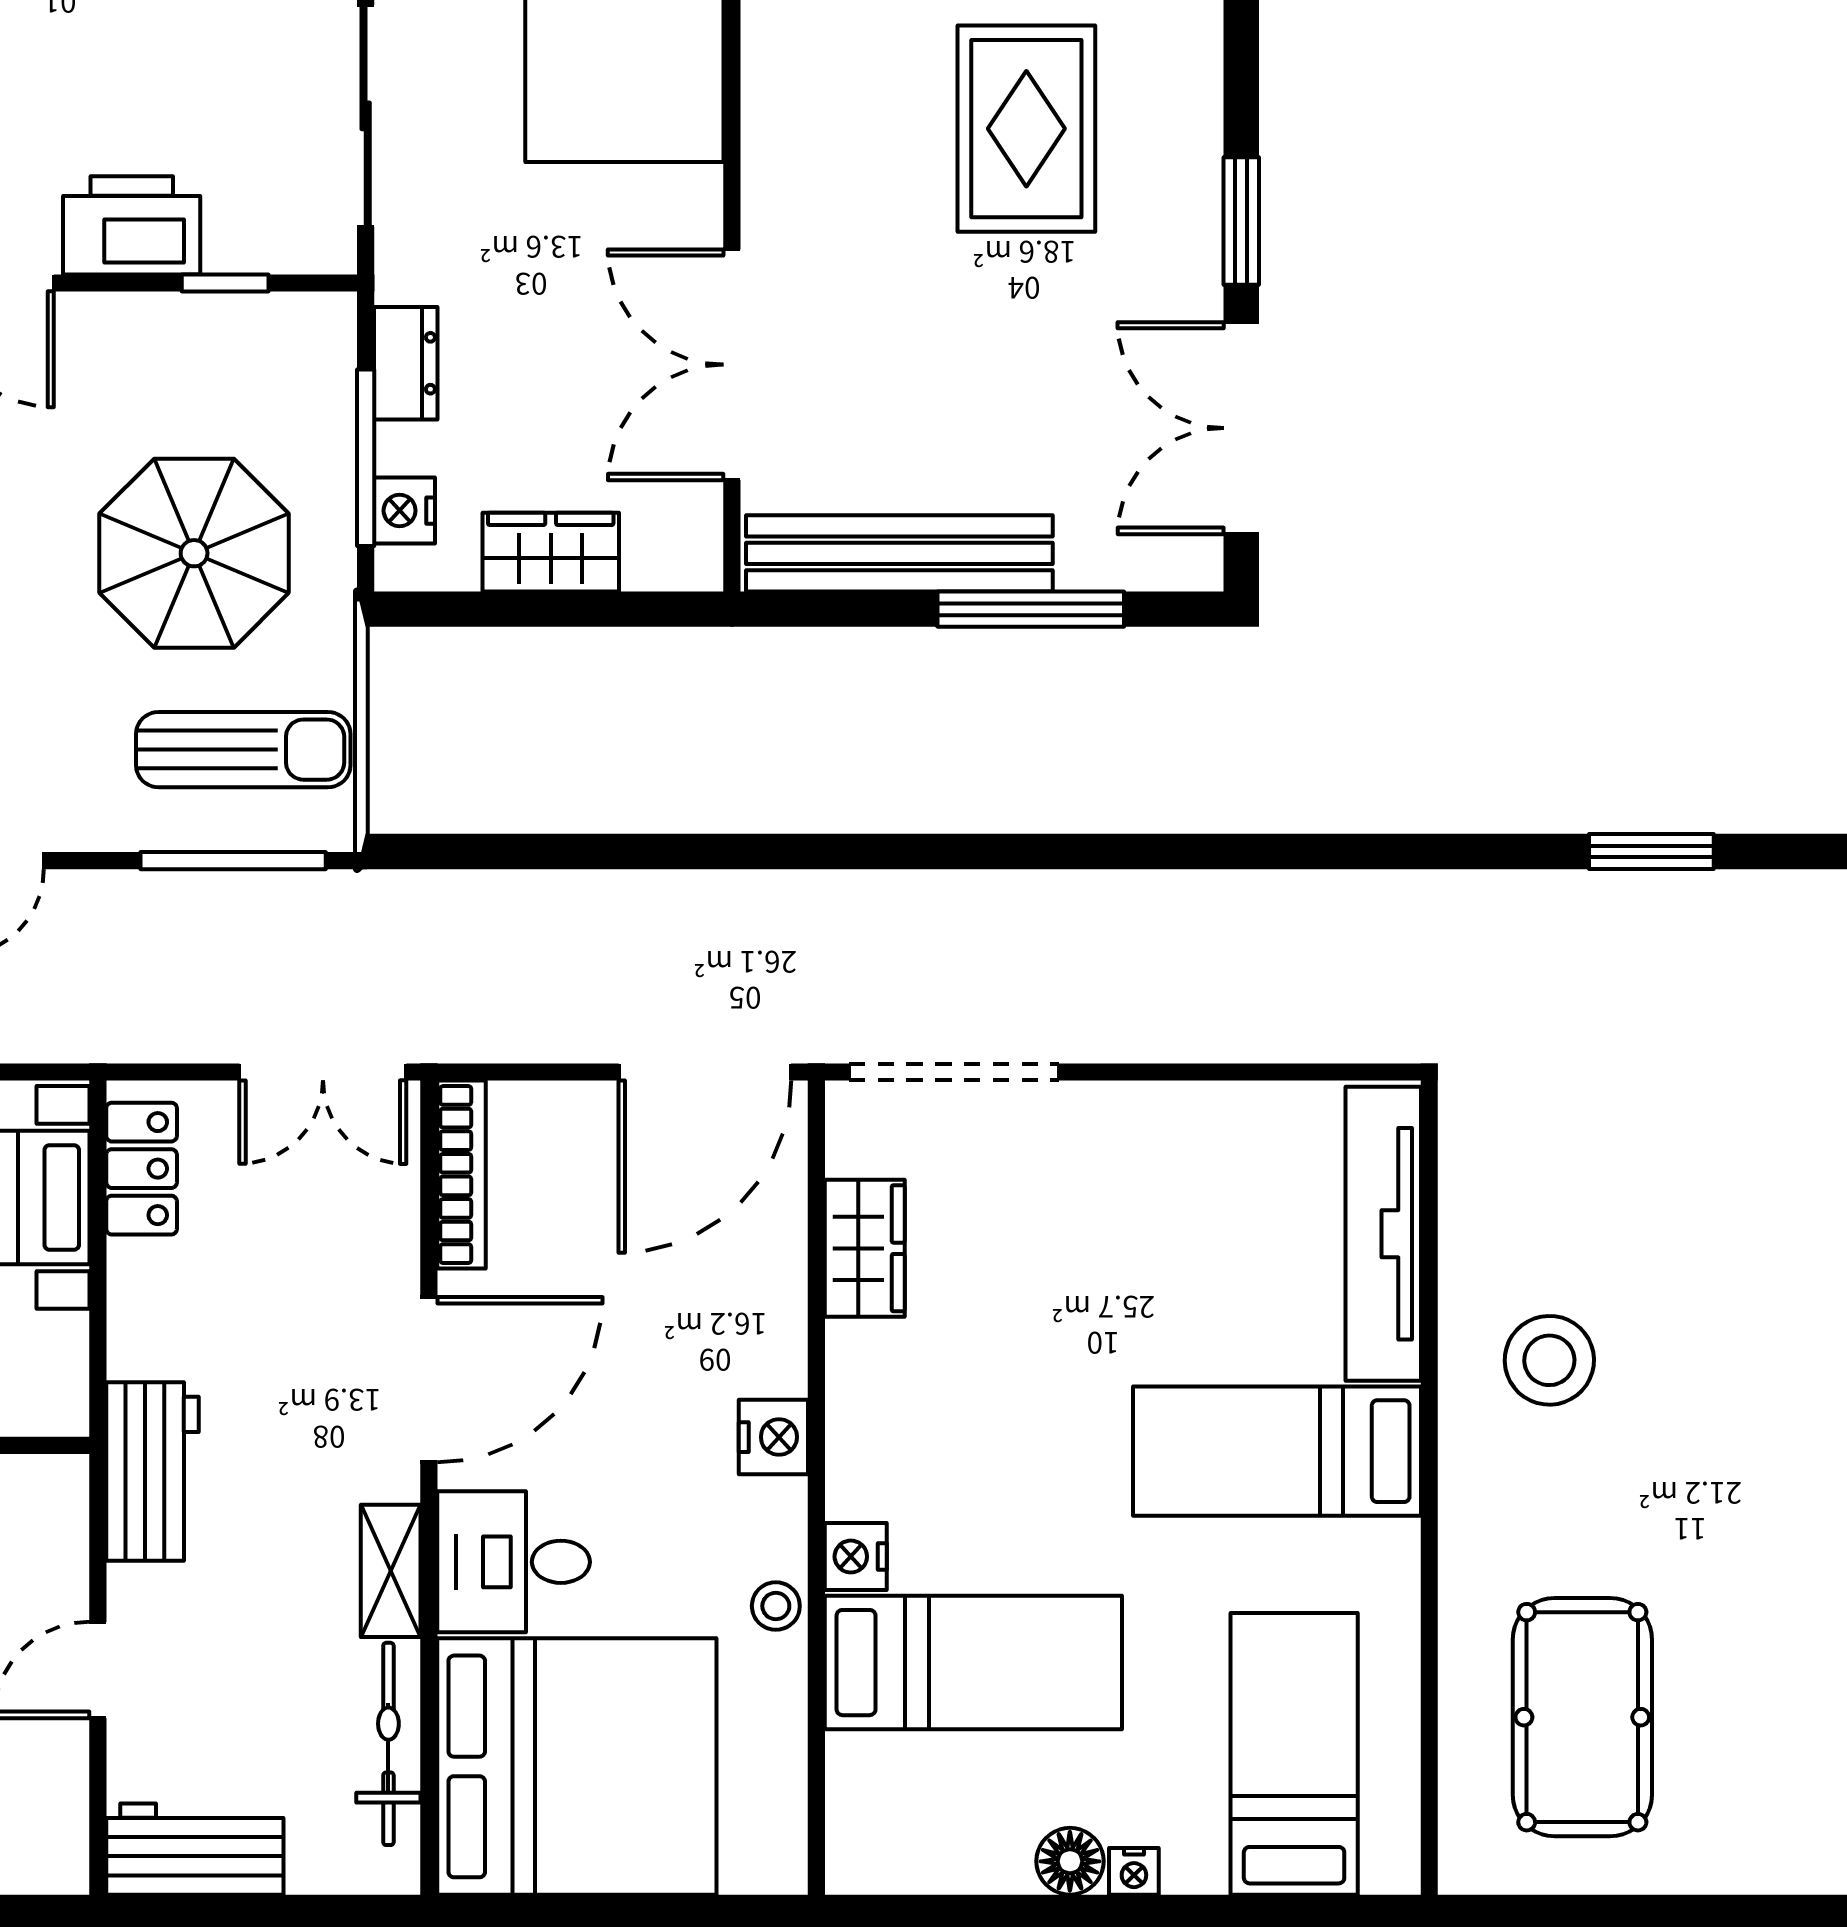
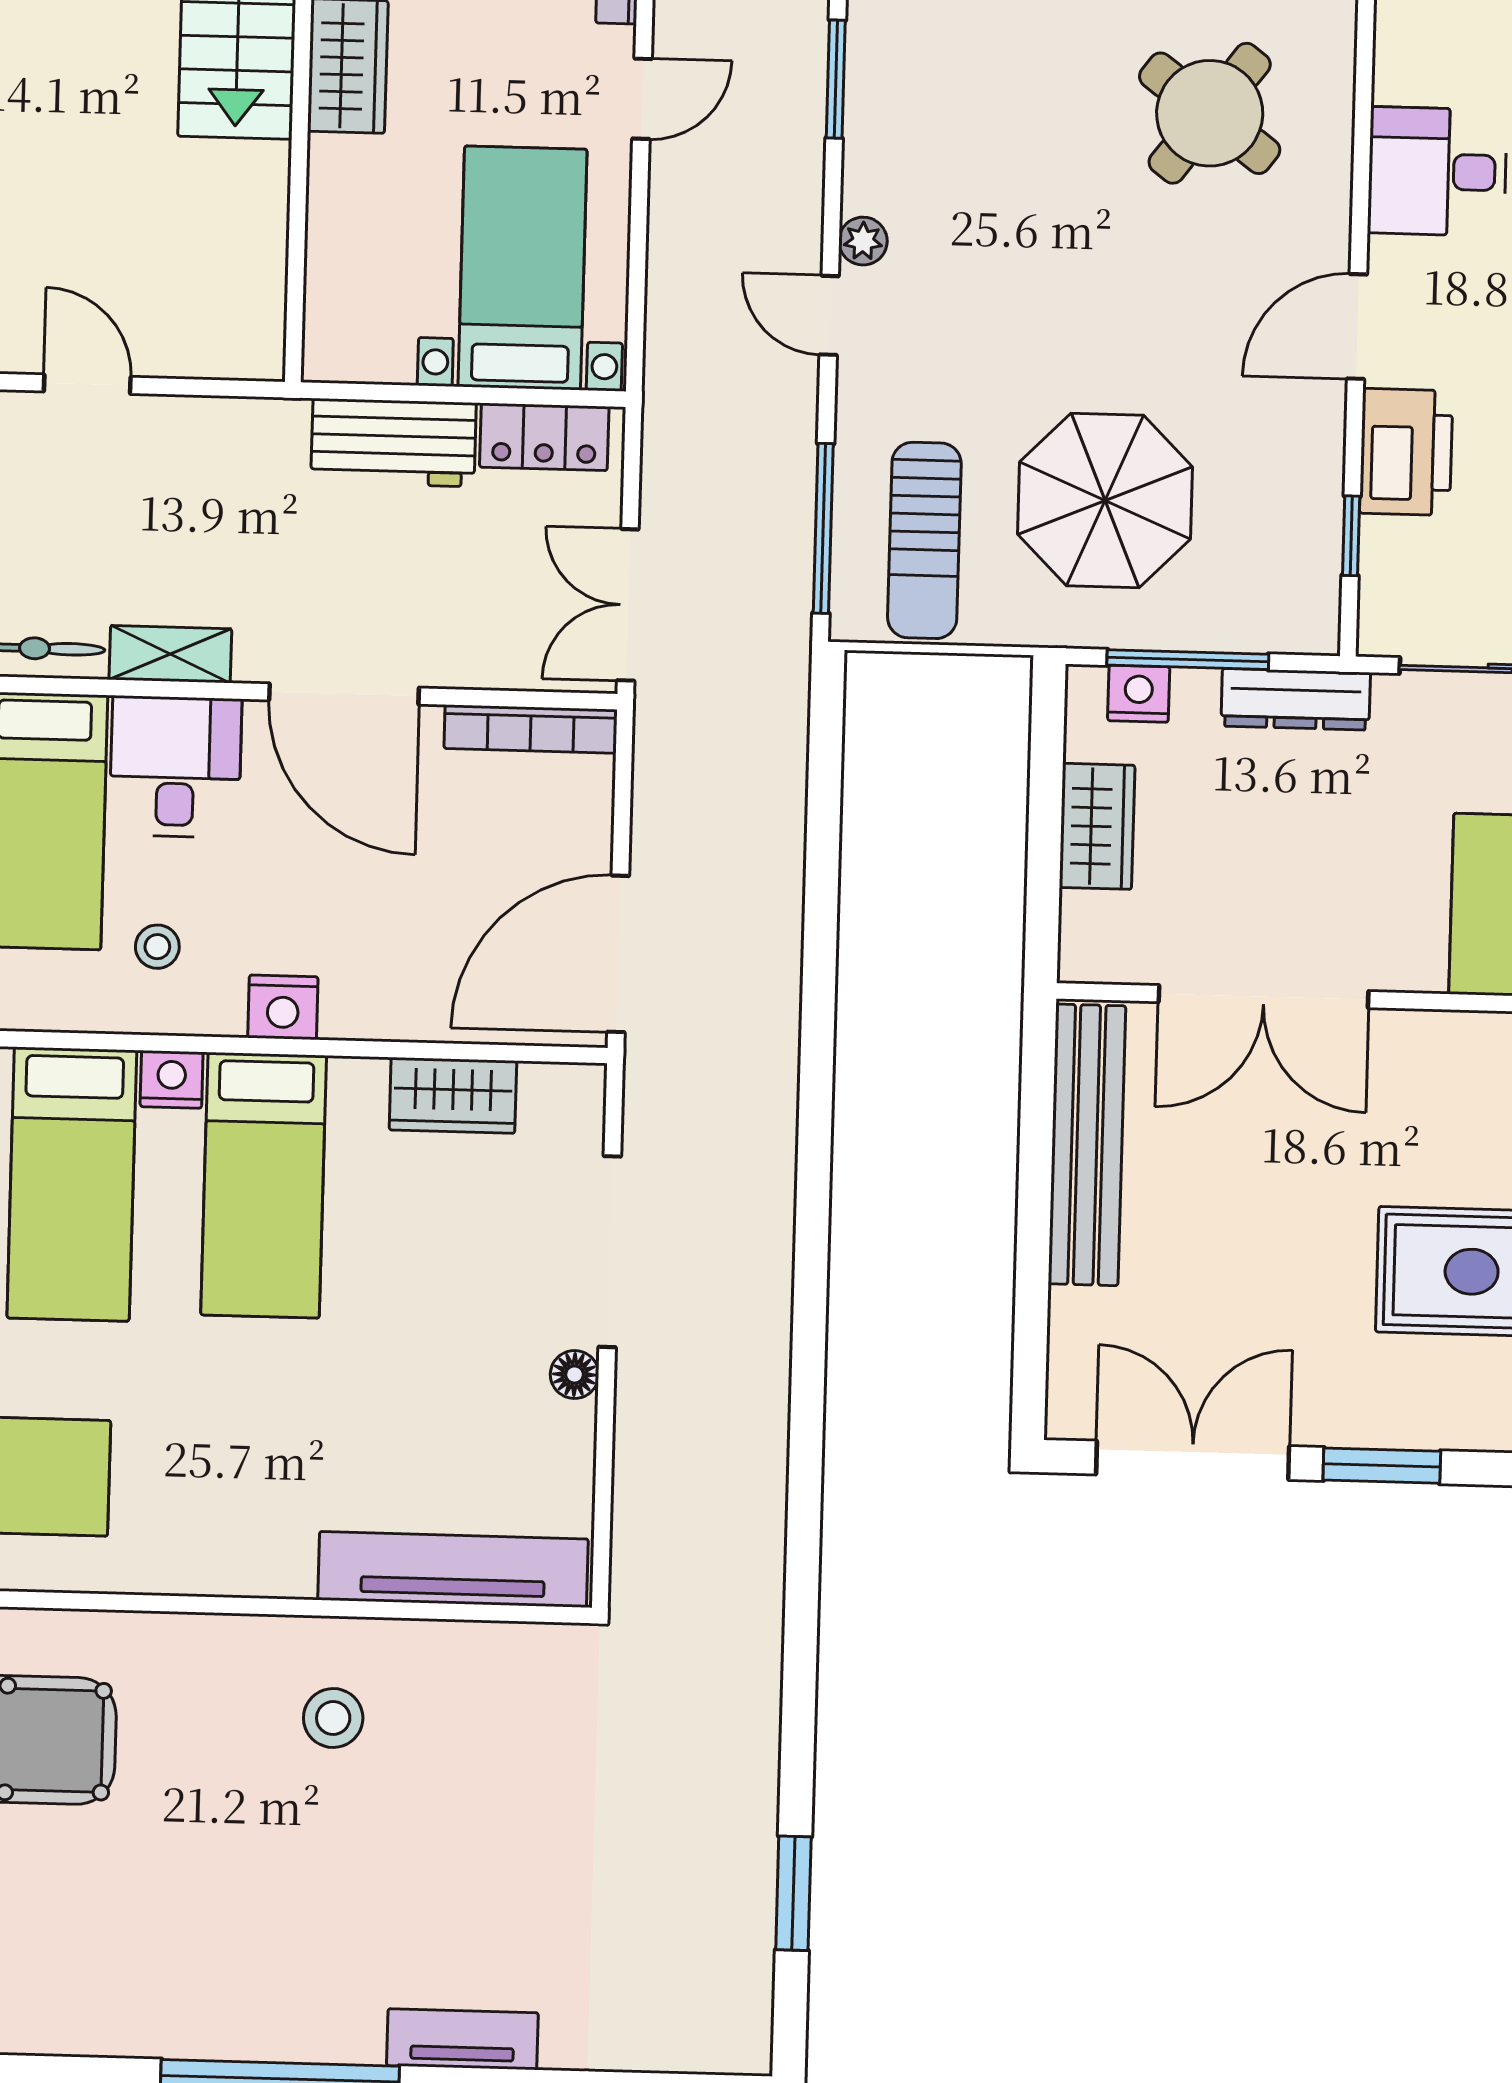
dresser: (406, 363) -> (1296, 699), width x1.44
double door: (732, 365) -> (1263, 997), swing flipped
window: (1031, 609) -> (1033, 1263), removed
window: (1651, 851) -> (793, 1893), moved
door: (705, 1072) -> (618, 954), hinge flipped
doorway: (954, 1072) -> (610, 1252), moved
floor lamp: (1166, 1107) -> (575, 1375), added
stool: (1549, 1360) -> (333, 1718), width x0.73, depth x0.73
bed: (1277, 1451) -> (264, 1185), moved, turned 180
workbench: (152, 1472) -> (393, 443), moved
stool: (776, 1606) -> (157, 947), moved

